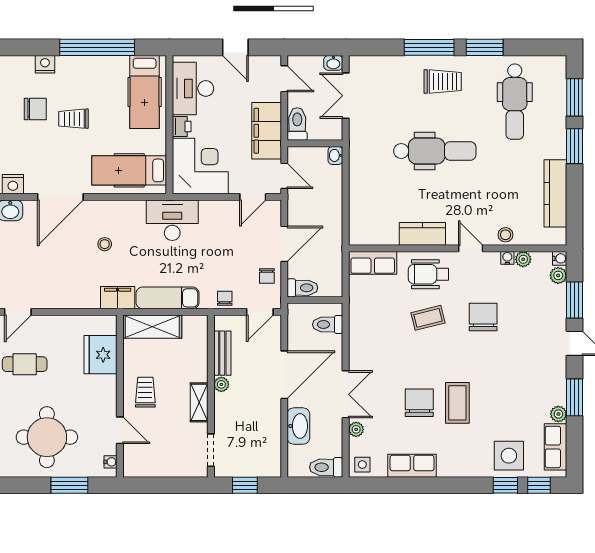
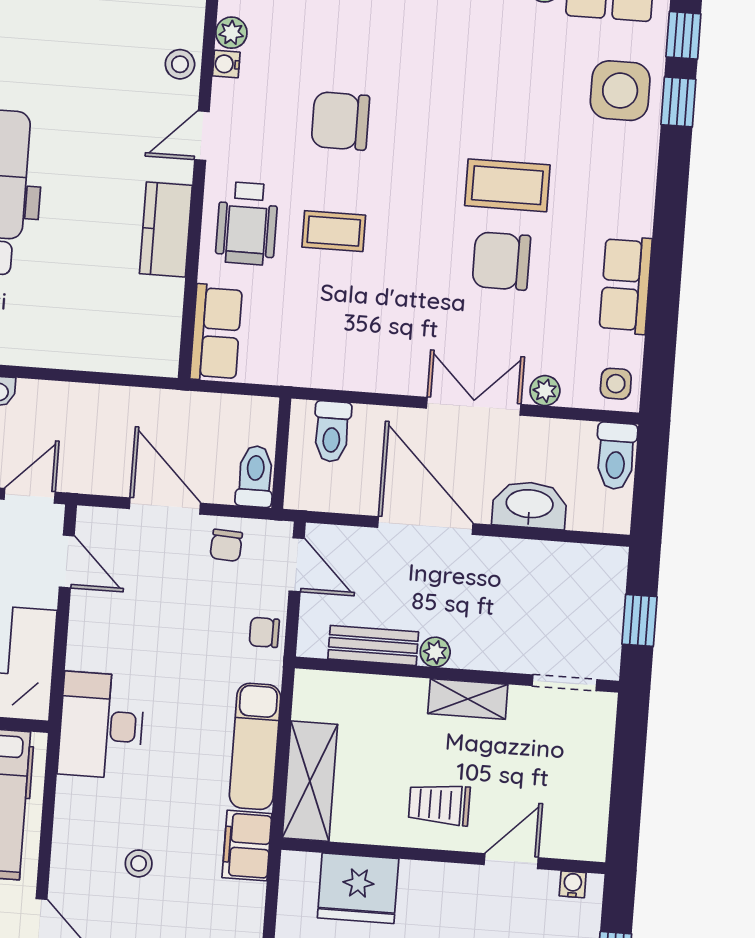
chair: (267, 276) -> (226, 545), turned 93
coffee table: (428, 318) -> (334, 231), turned -76

